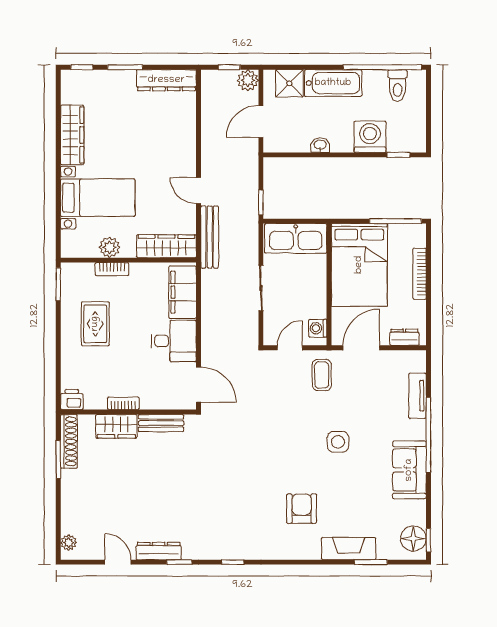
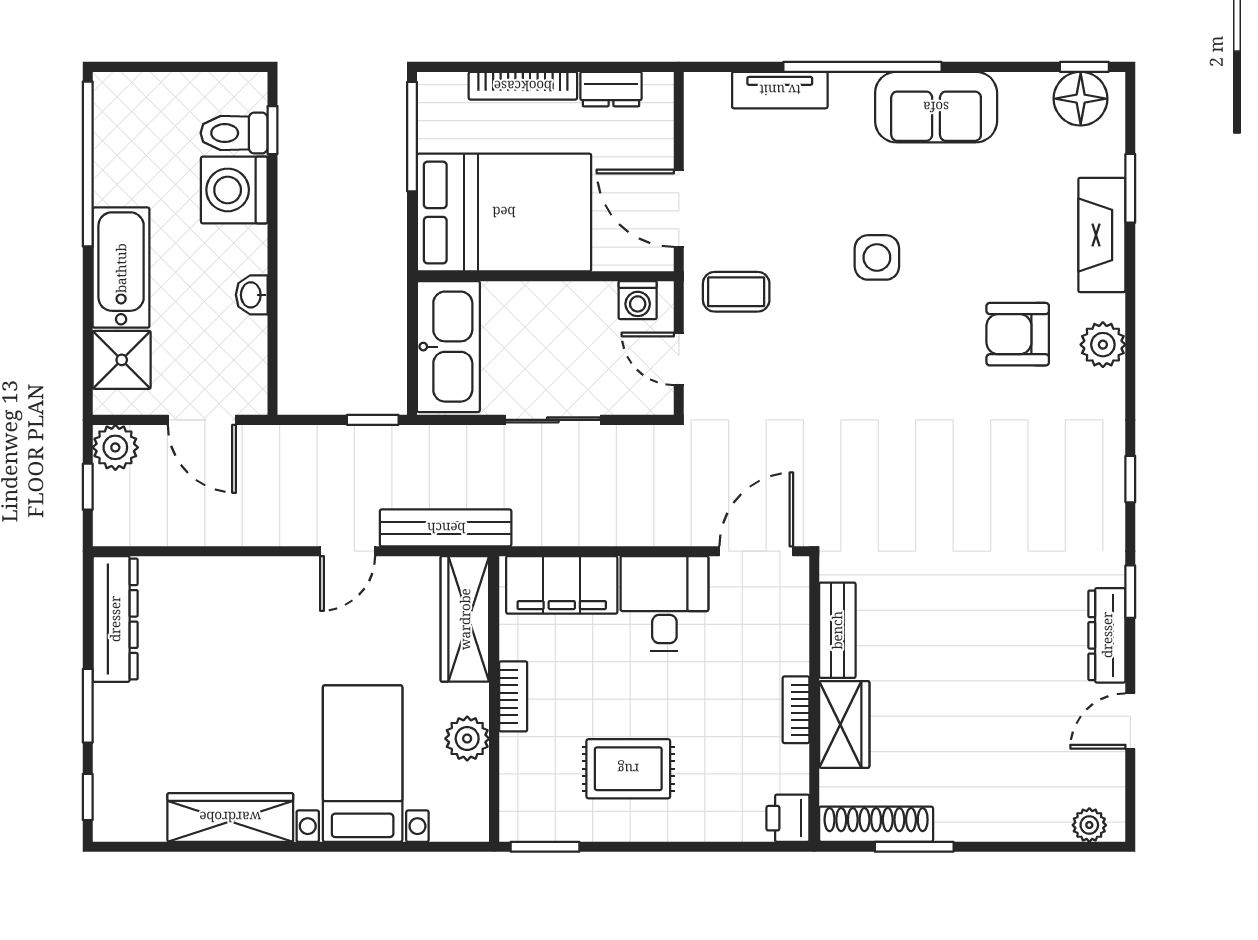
toilet: (398, 85) -> (234, 133), moved, turned 180
bookcase: (112, 269) -> (513, 696), moved
dresser: (404, 337) -> (611, 89), moved, turned -90
plant: (297, 549) -> (1103, 345), added

